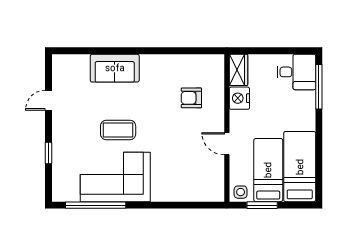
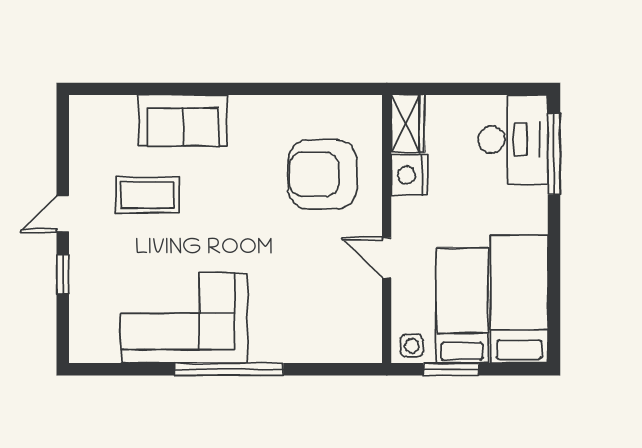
desk: (296, 72) -> (513, 140), width x1.37
armchair: (191, 98) -> (322, 174), width x1.88, depth x1.88
door: (48, 100) -> (63, 214), moved
coffee table: (118, 130) -> (147, 195), moved
window: (96, 205) -> (229, 369), moved

